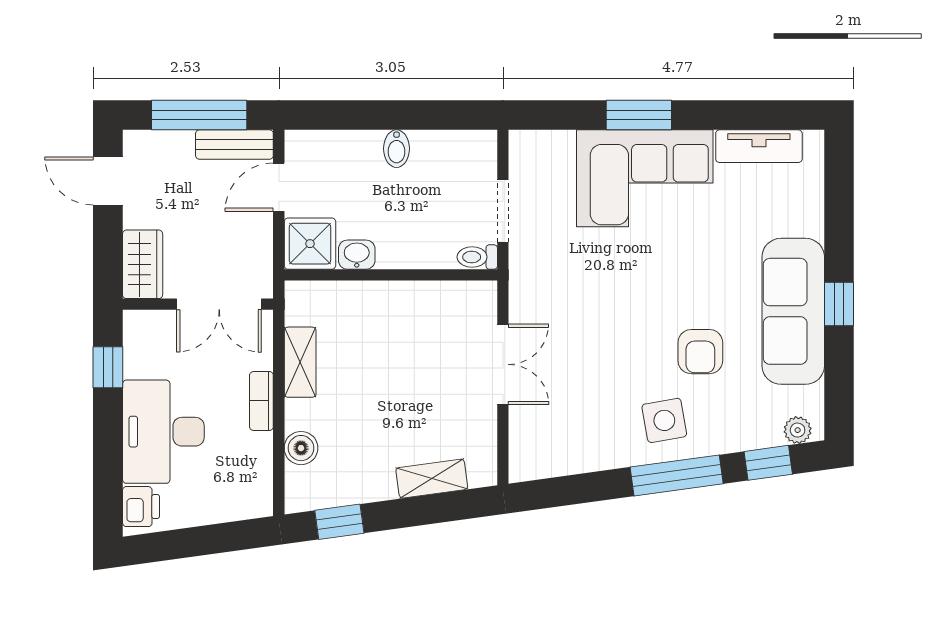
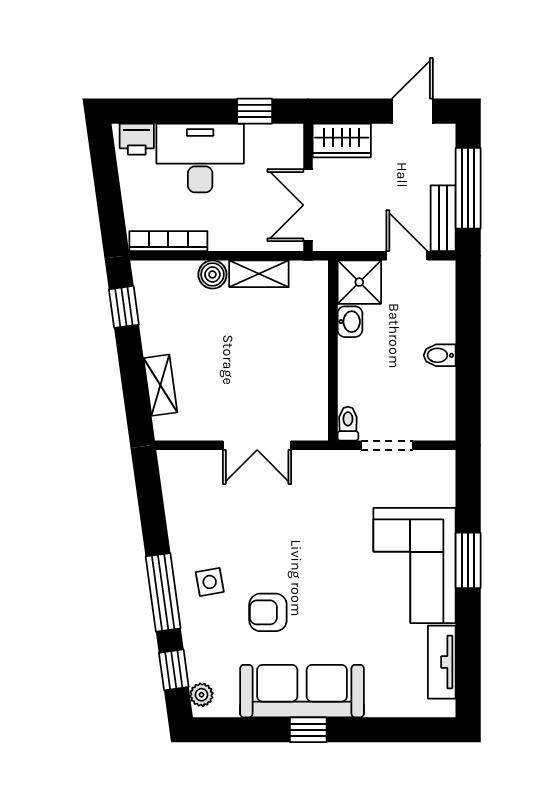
bookcase: (261, 401) -> (168, 241), moved, width x1.56
side table: (664, 420) -> (210, 582), width x0.73, depth x0.73
boiler: (301, 448) -> (212, 274), moved

